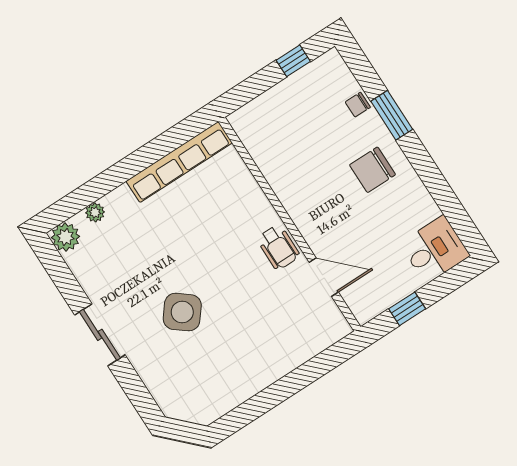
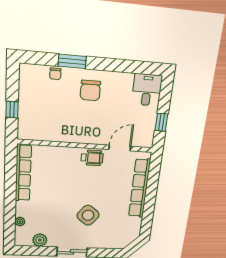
window: (293, 61) -> (12, 110), moved
plant: (66, 237) -> (40, 240), moved
row of seats: (285, 359) -> (139, 188), added

